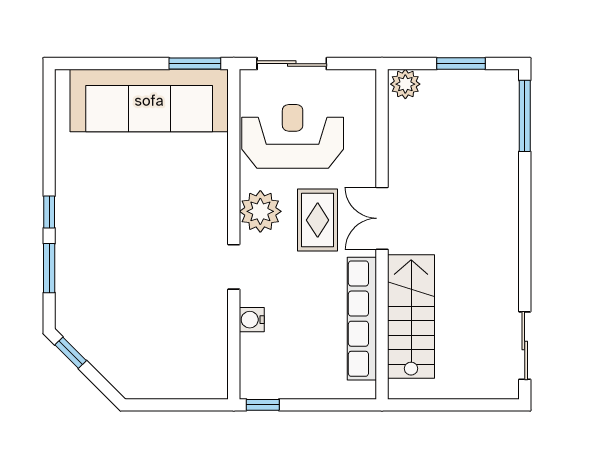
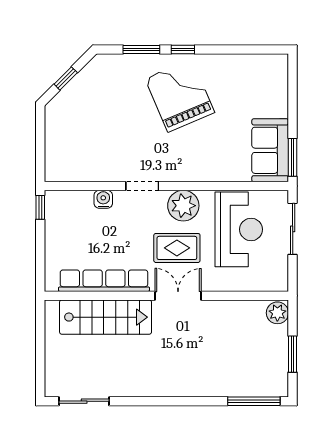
sofa: (149, 101) -> (270, 150), width x0.54, depth x0.79
grand piano: (111, 216) -> (180, 96), added
window: (71, 353) -> (66, 78), moved

